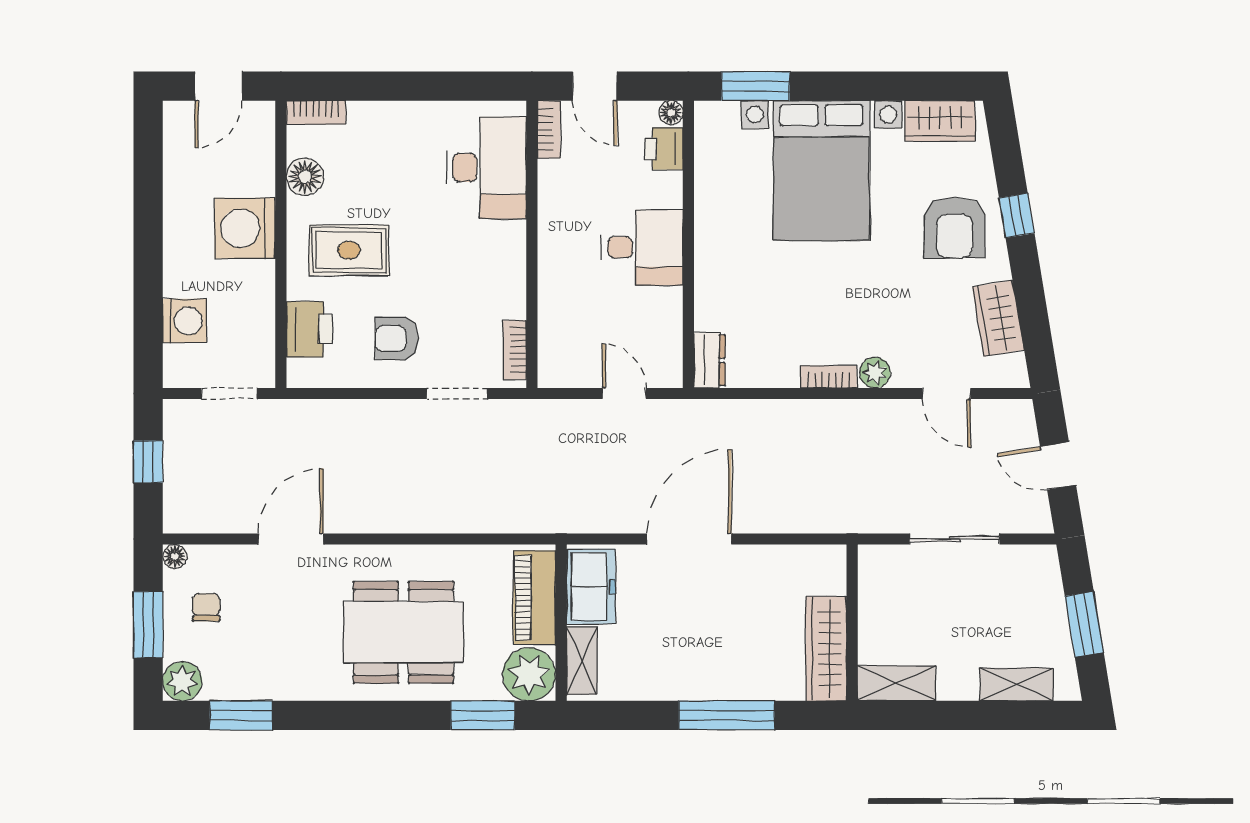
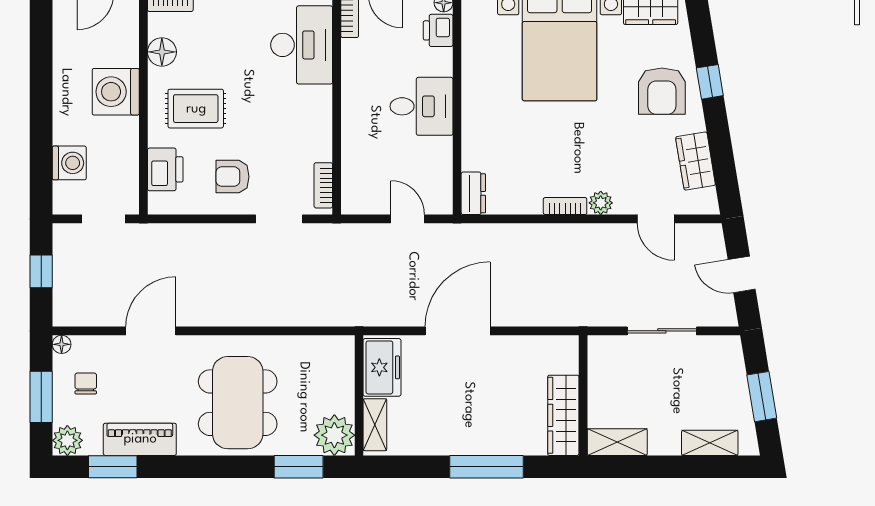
piano: (534, 598) -> (140, 439), moved, turned 90
dining table: (403, 632) -> (238, 403), turned 90

